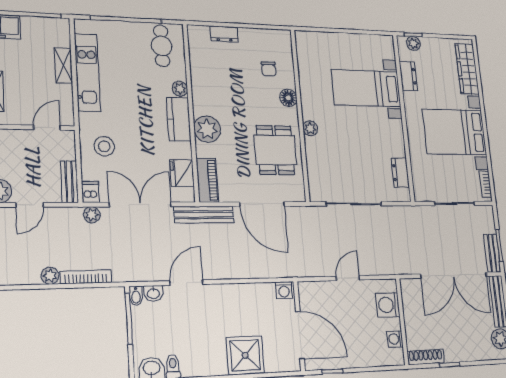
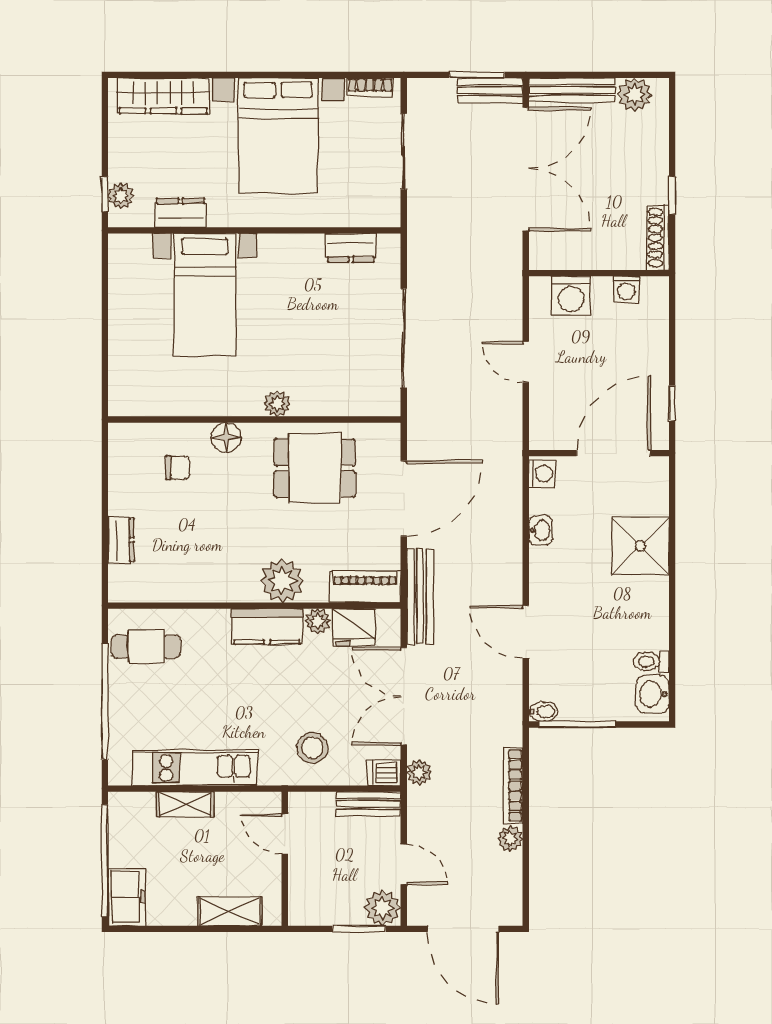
plant: (180, 89) -> (318, 621), moved
washbasin: (153, 293) -> (541, 530), moved

